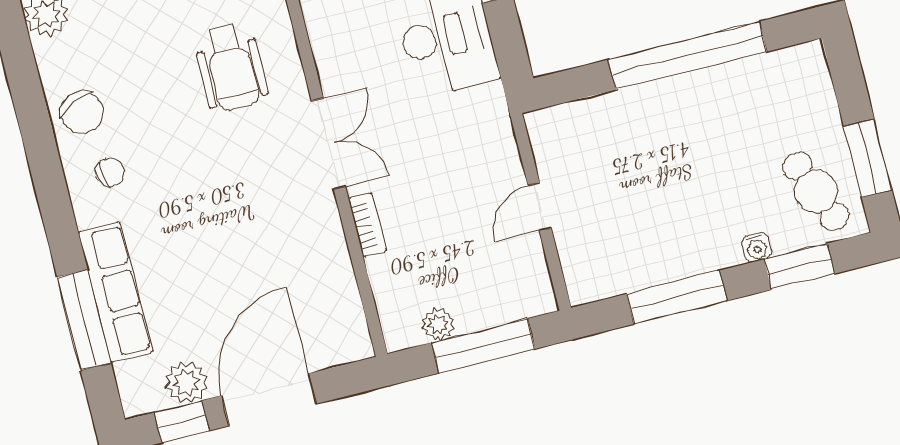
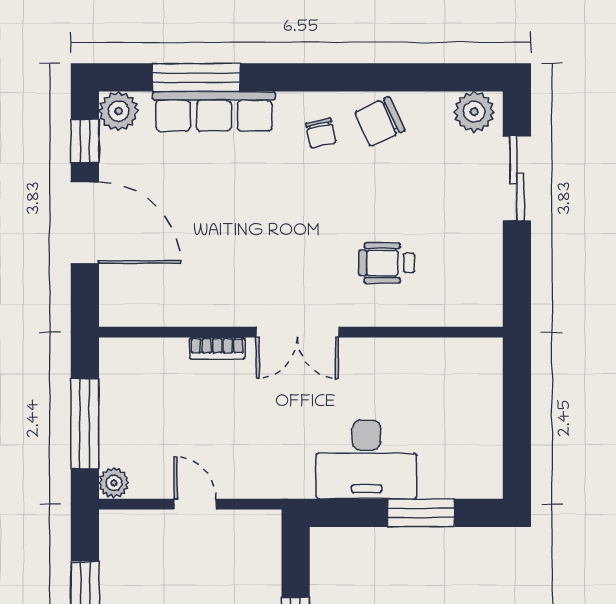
wheelchair: (231, 67) -> (387, 263), width x0.73, depth x0.73
plant: (438, 324) -> (114, 483), moved
plant: (186, 382) -> (119, 111), moved

